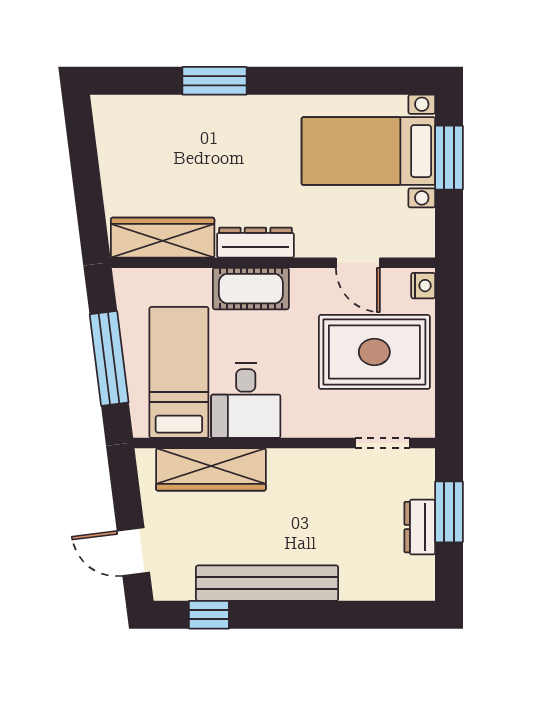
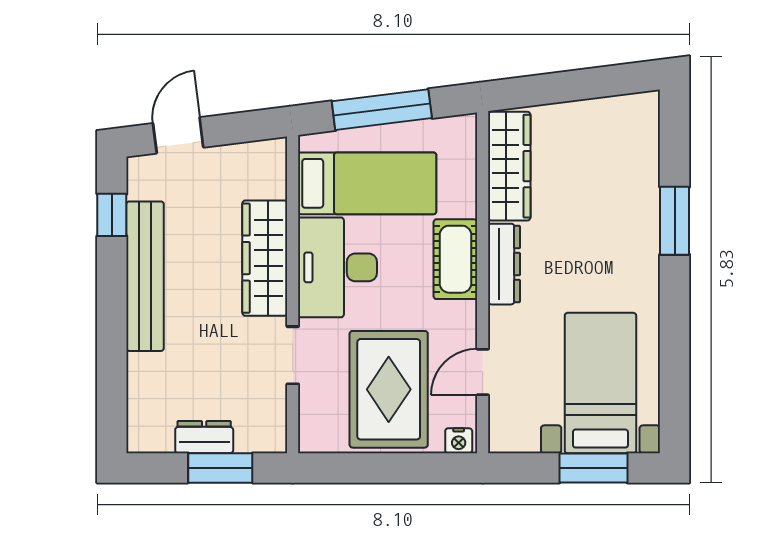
desk: (246, 401) -> (337, 267), width x1.37
doorway: (383, 443) -> (293, 355), moved
wardrobe: (211, 469) -> (265, 258), moved

